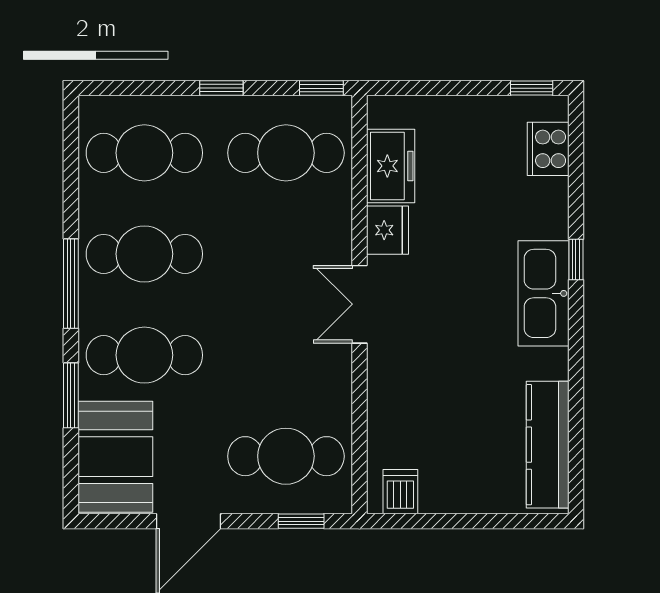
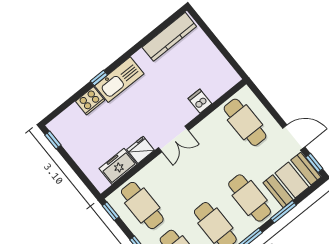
cooker: (548, 149) -> (90, 101), moved
dishwasher: (400, 492) -> (200, 101), moved, turned 90
window: (301, 521) -> (314, 163), moved

